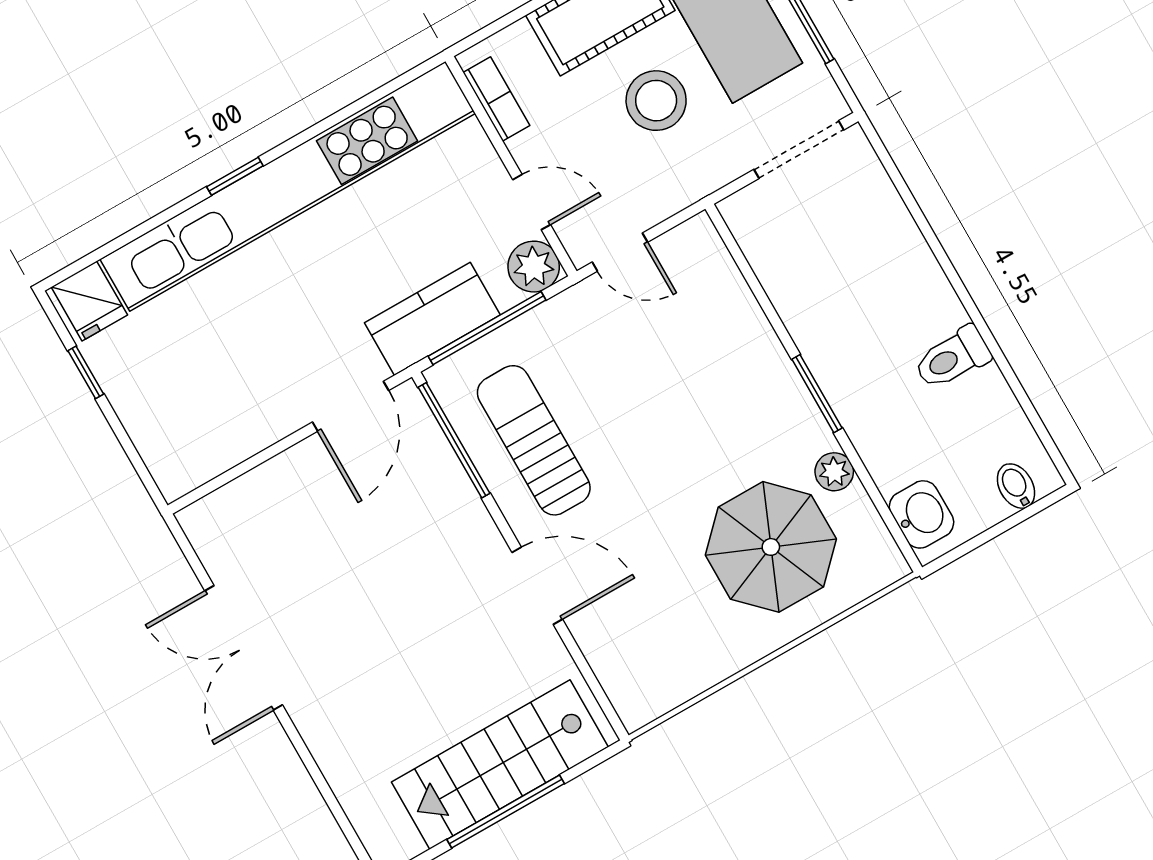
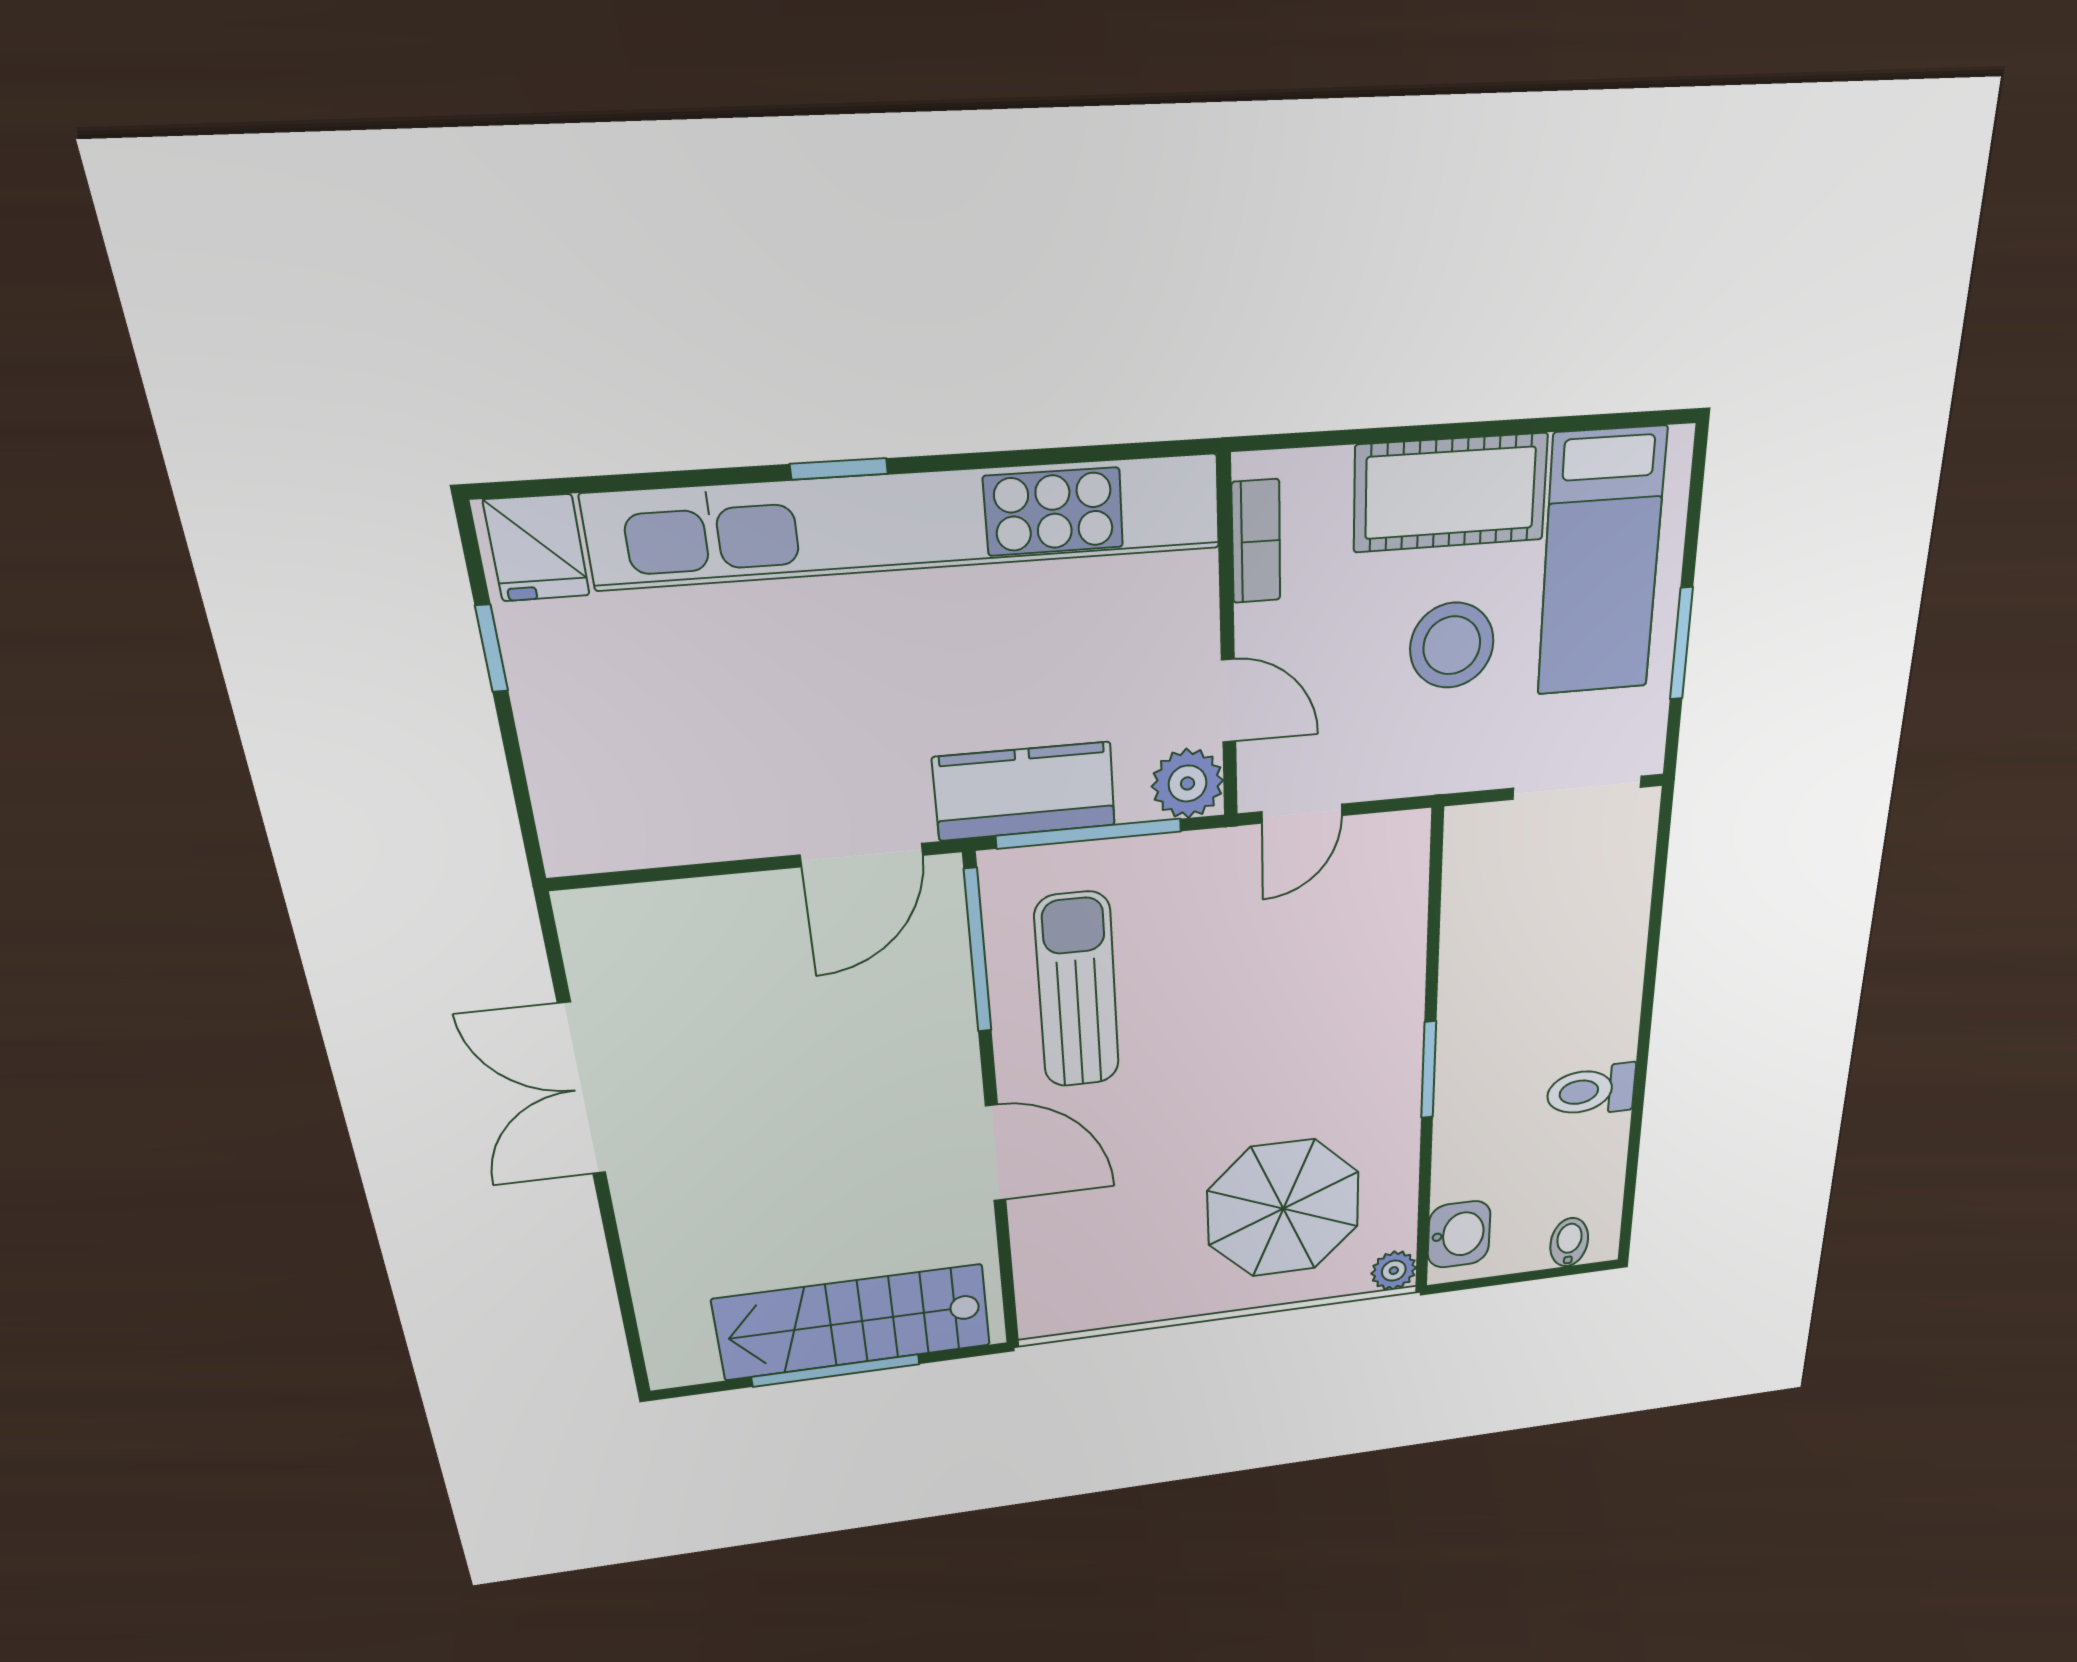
door: (620, 252) -> (1302, 814), hinge flipped
plant: (834, 472) -> (1394, 1271), moved

